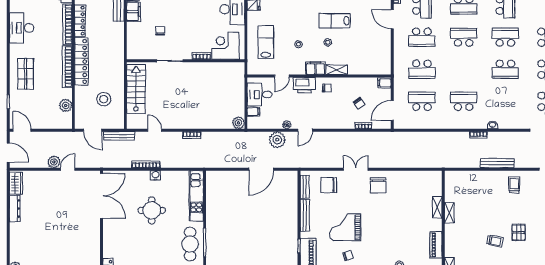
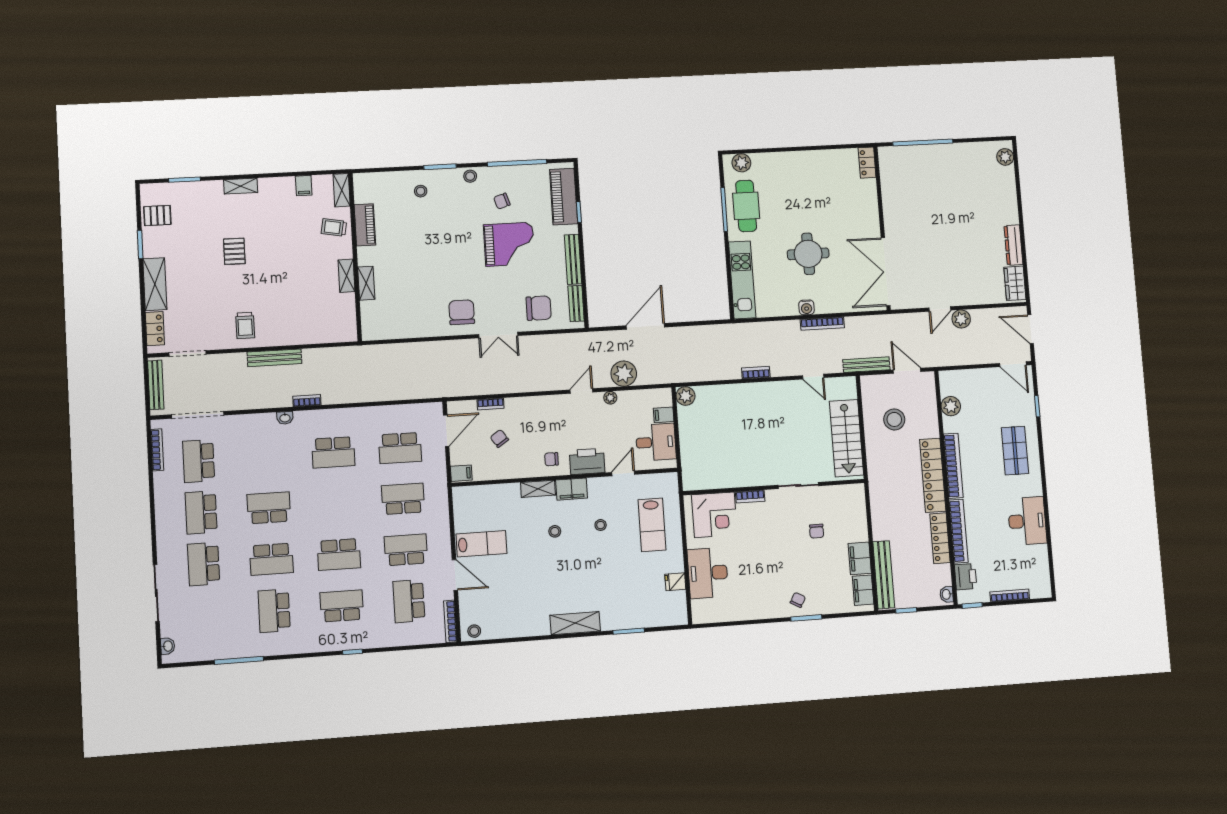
lab bench: (335, 21) -> (481, 544), moved
trolley: (495, 241) -> (334, 227), moved

